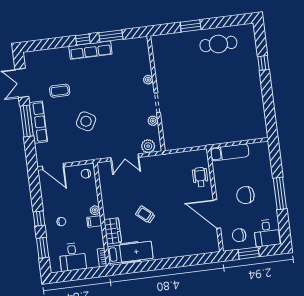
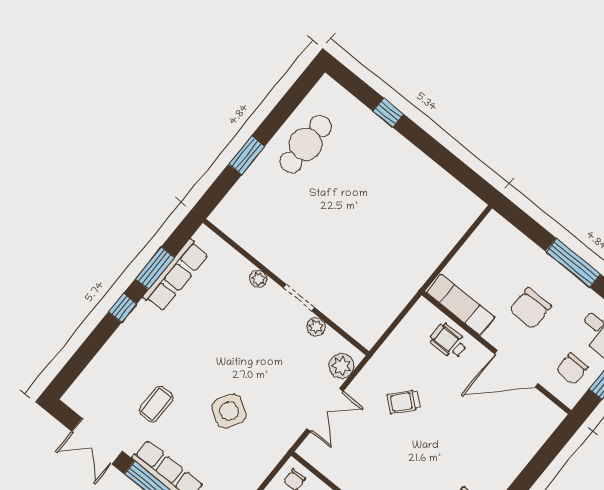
row of seats: (90, 50) -> (176, 275), moved
exam couch: (230, 152) -> (461, 305), moved, turned -90
trolley: (145, 215) -> (404, 402), moved

